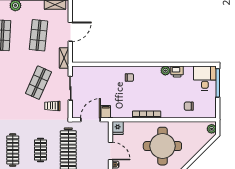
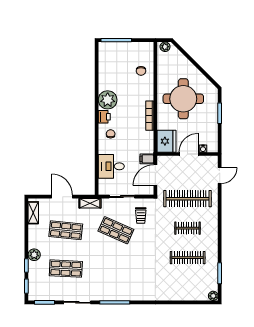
plant: (165, 71) -> (108, 100), width x1.87, depth x1.87
printer: (177, 72) -> (104, 117), moved
desk: (205, 78) -> (111, 166), moved
door: (90, 120) -> (155, 175), hinge flipped
fridge: (118, 128) -> (166, 141), width x1.88, depth x1.34

